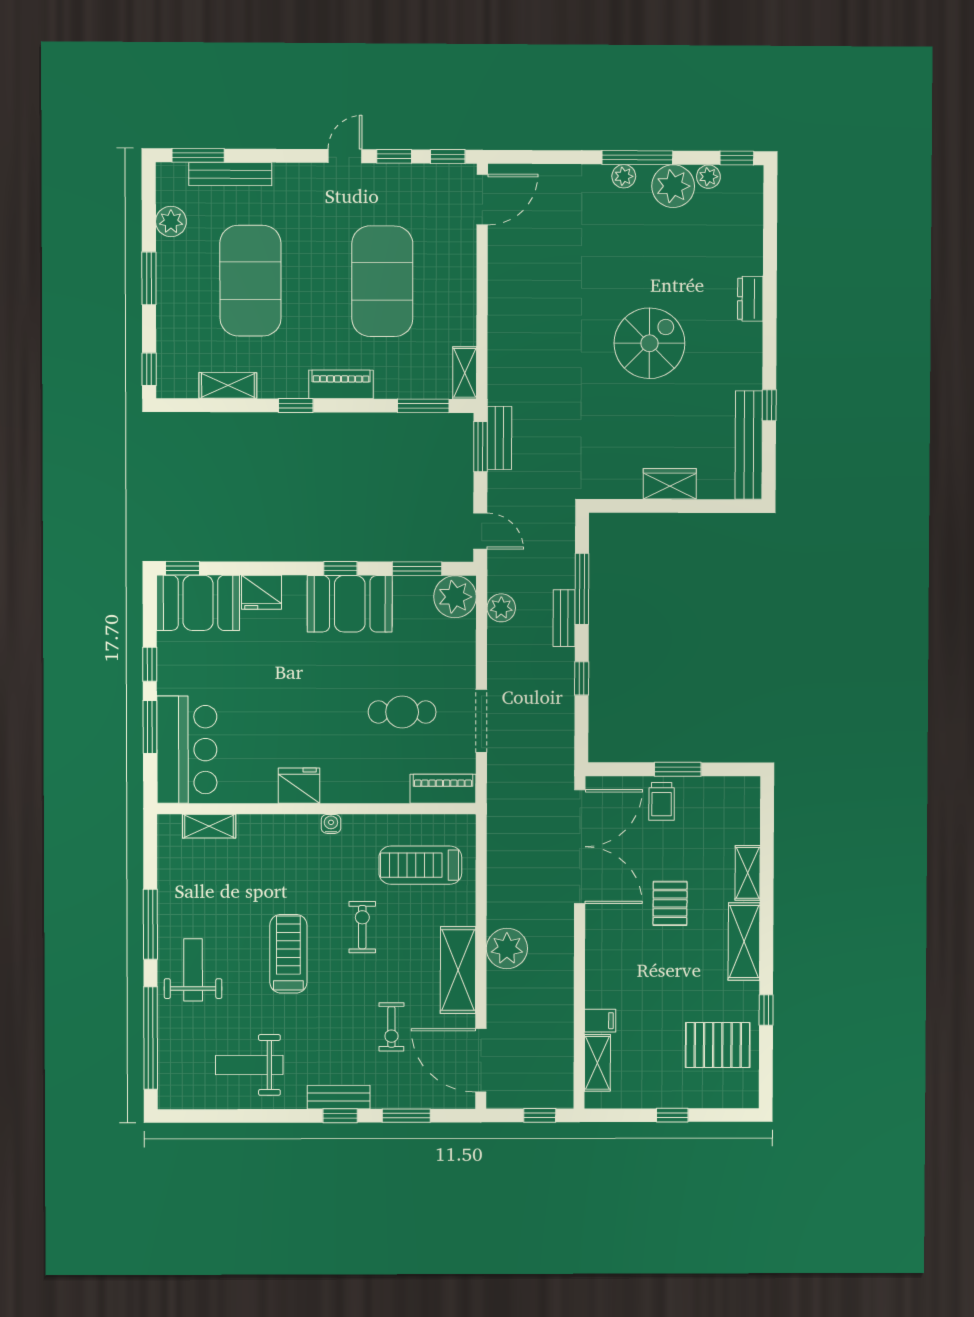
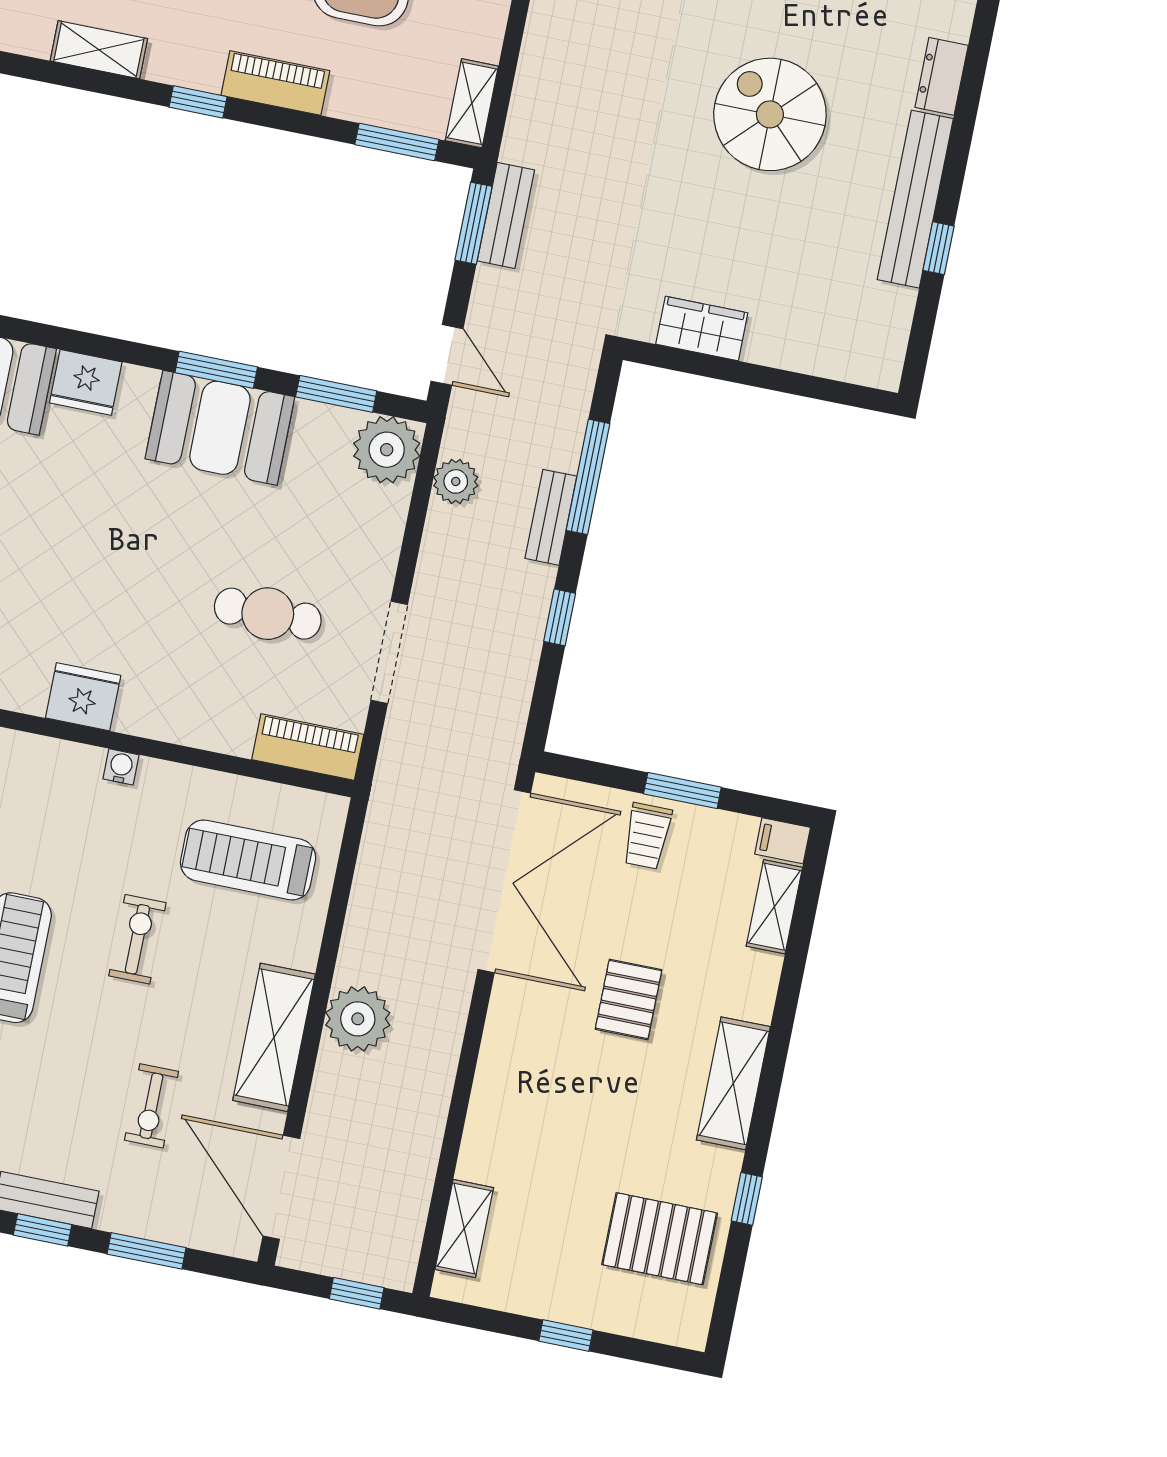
spiral stairs: (649, 343) -> (770, 114), turned -90
bench: (749, 445) -> (915, 199), moved
wardrobe: (670, 484) -> (702, 328), moved
window: (340, 568) -> (216, 370), width x1.50
shelving: (748, 873) -> (774, 907), moved
filing cabinet: (600, 1021) -> (783, 841), moved, turned 180

